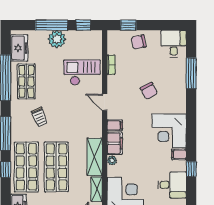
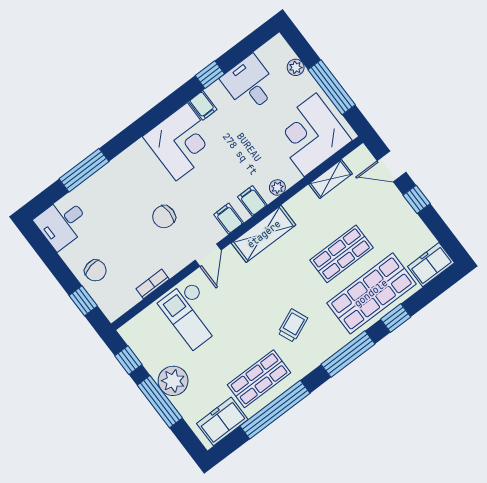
chair: (149, 91) -> (164, 217), moved, turned -152
filing cabinet: (115, 143) -> (252, 201), width x0.50
shelving: (95, 157) -> (264, 234), moved
shop shelf: (56, 167) -> (341, 254), width x0.70, depth x0.74

